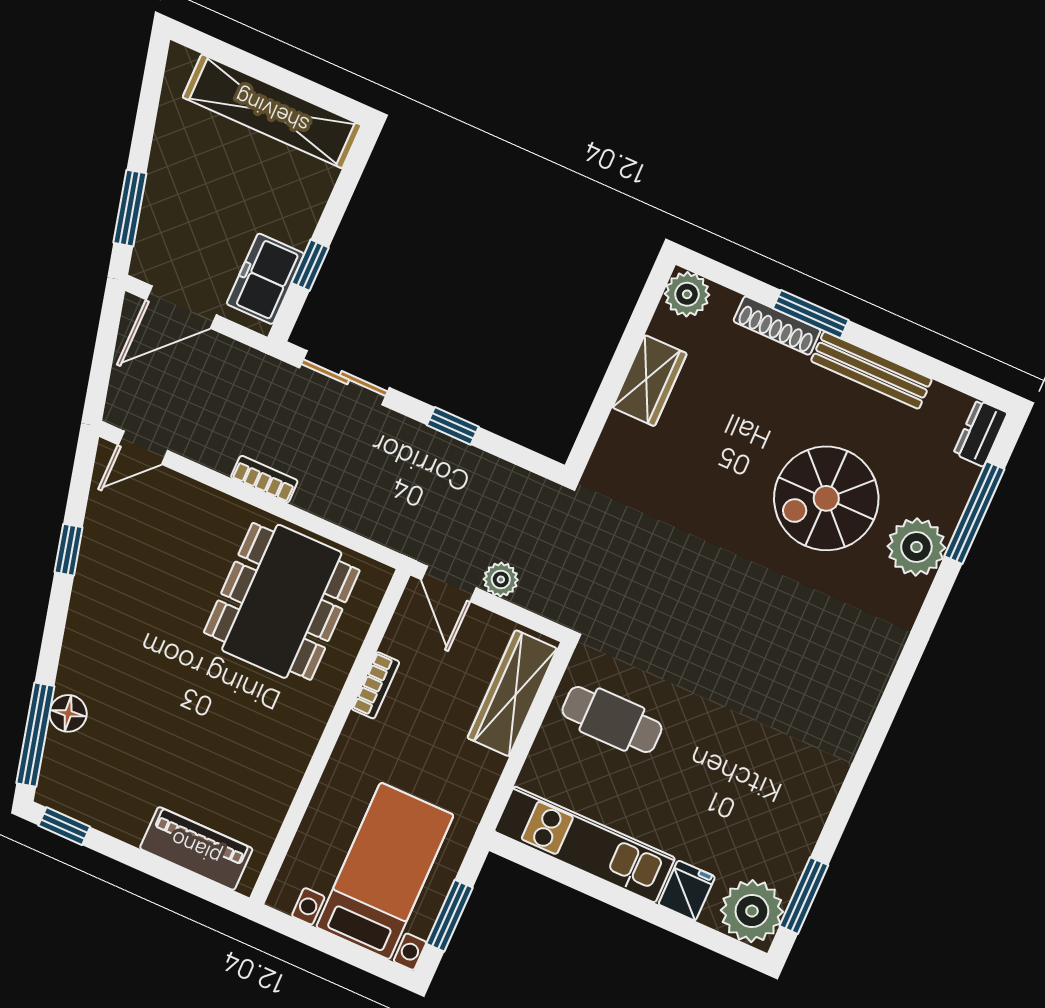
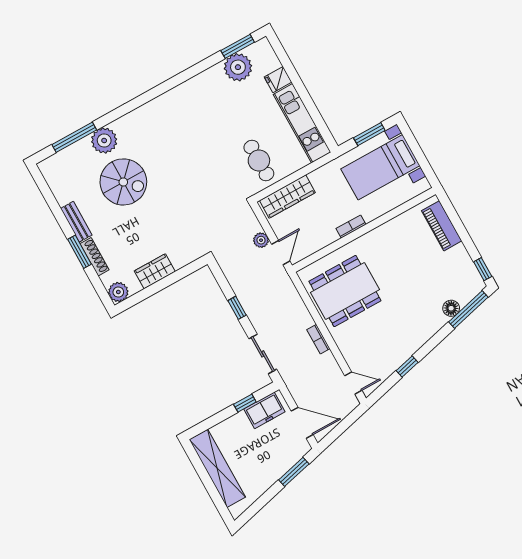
bench: (871, 370) -> (76, 222), width x0.73
dresser: (980, 433) -> (51, 164), removed
bookcase: (375, 685) -> (351, 227), moved
plant: (752, 911) -> (238, 67), moved

